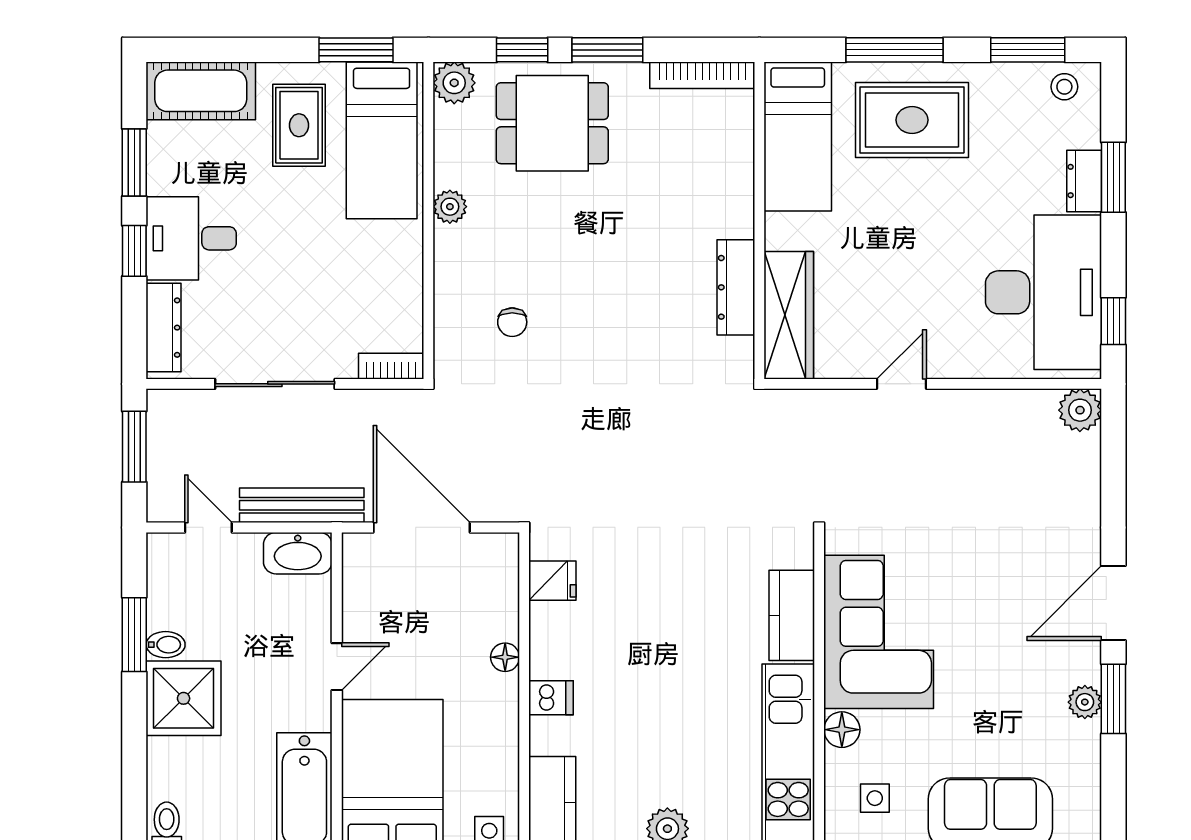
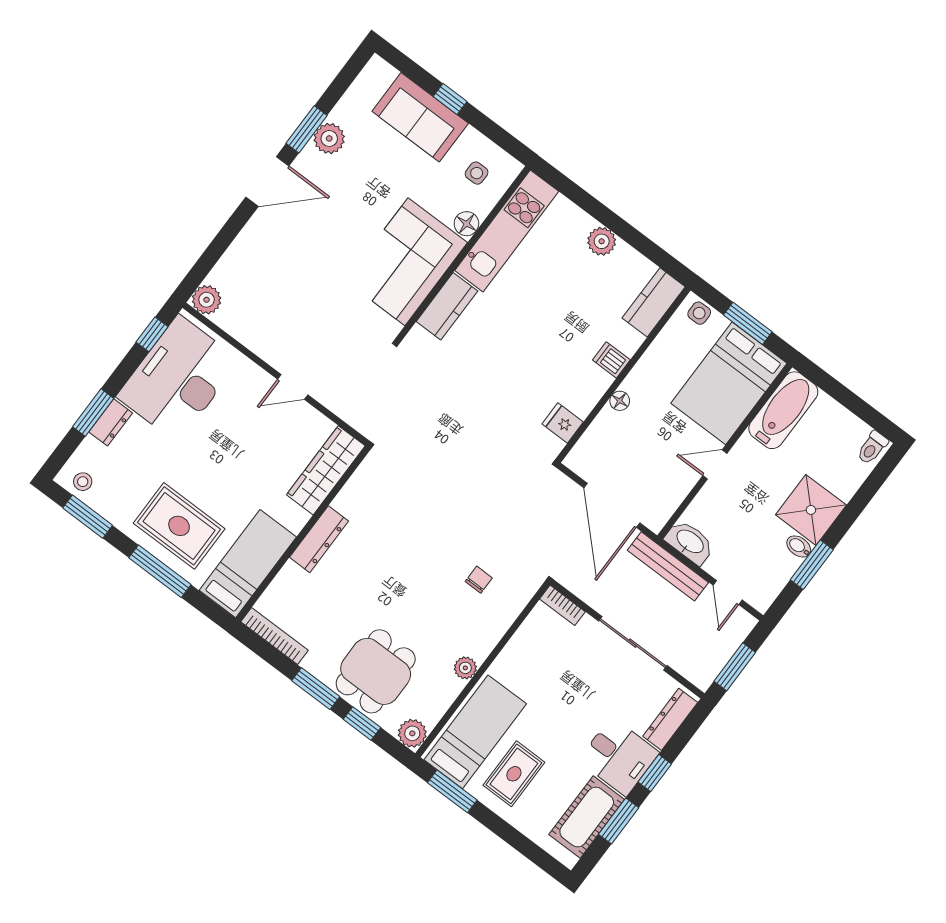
cot: (201, 91) -> (587, 817), moved, turned 90
dining table: (552, 123) -> (376, 671), turned 90
dresser: (736, 287) -> (319, 539), moved
plant: (1085, 702) -> (329, 138), width x1.38, depth x1.38

